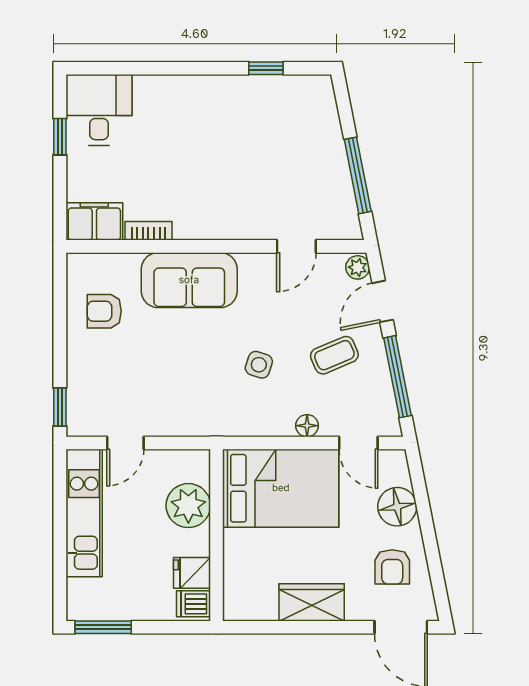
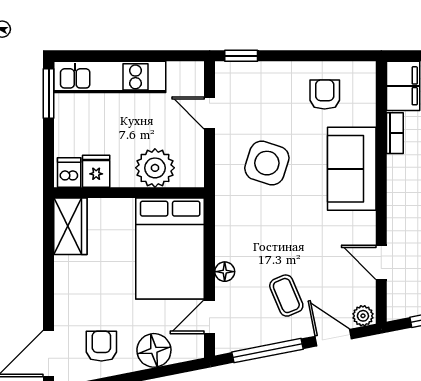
side table: (259, 365) -> (267, 163), moved, width x1.87, depth x1.87
kitchen unit: (84, 513) -> (110, 77), moved
armchair: (392, 567) -> (101, 346), turned 90
wardrobe: (312, 602) -> (70, 226), moved

